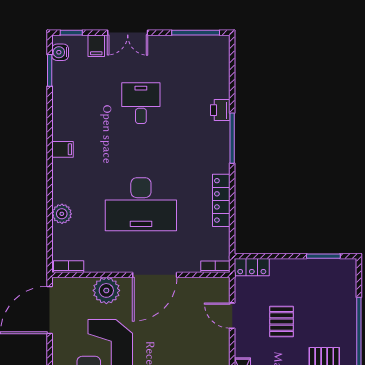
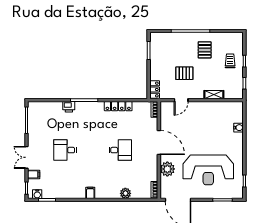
double door: (128, 33) -> (27, 157), swing flipped
desk: (141, 204) -> (120, 150), width x0.53, depth x0.77

